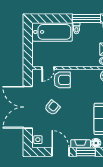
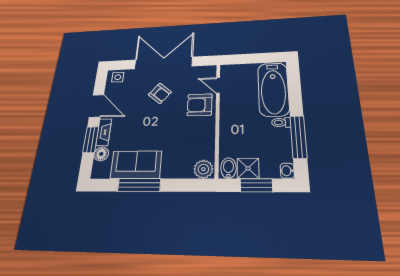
armchair: (62, 80) -> (200, 105), turned 90
door: (60, 152) -> (97, 106), hinge flipped

